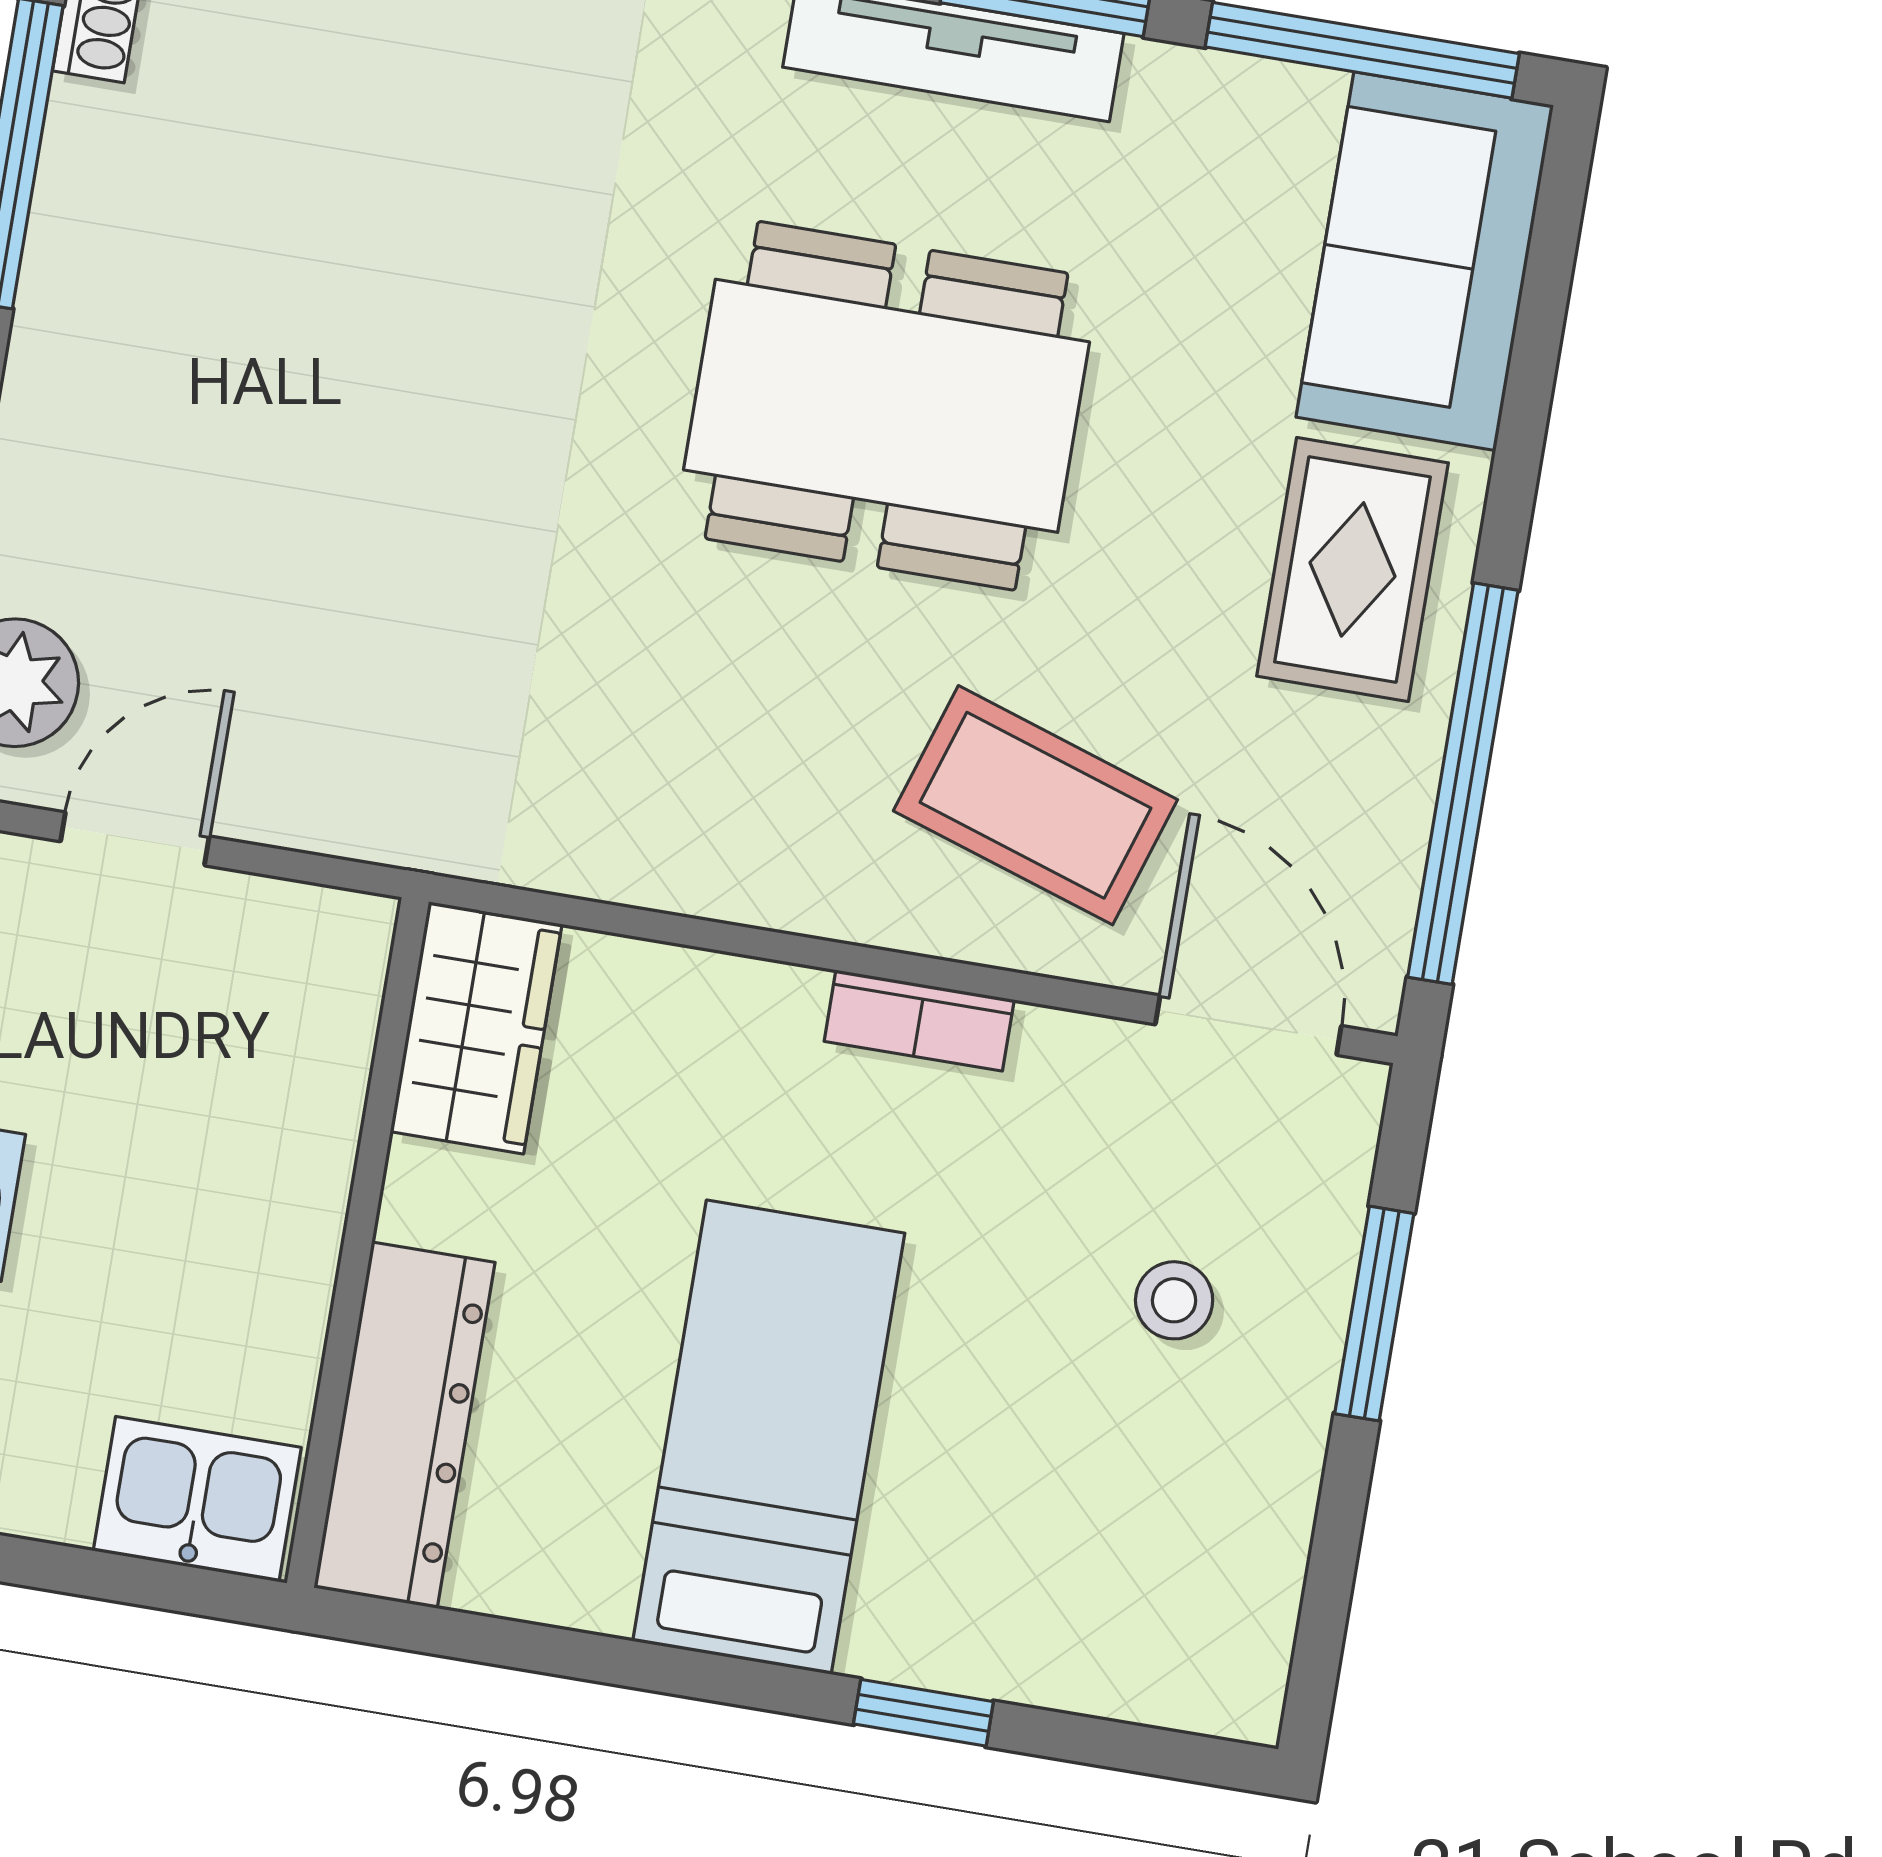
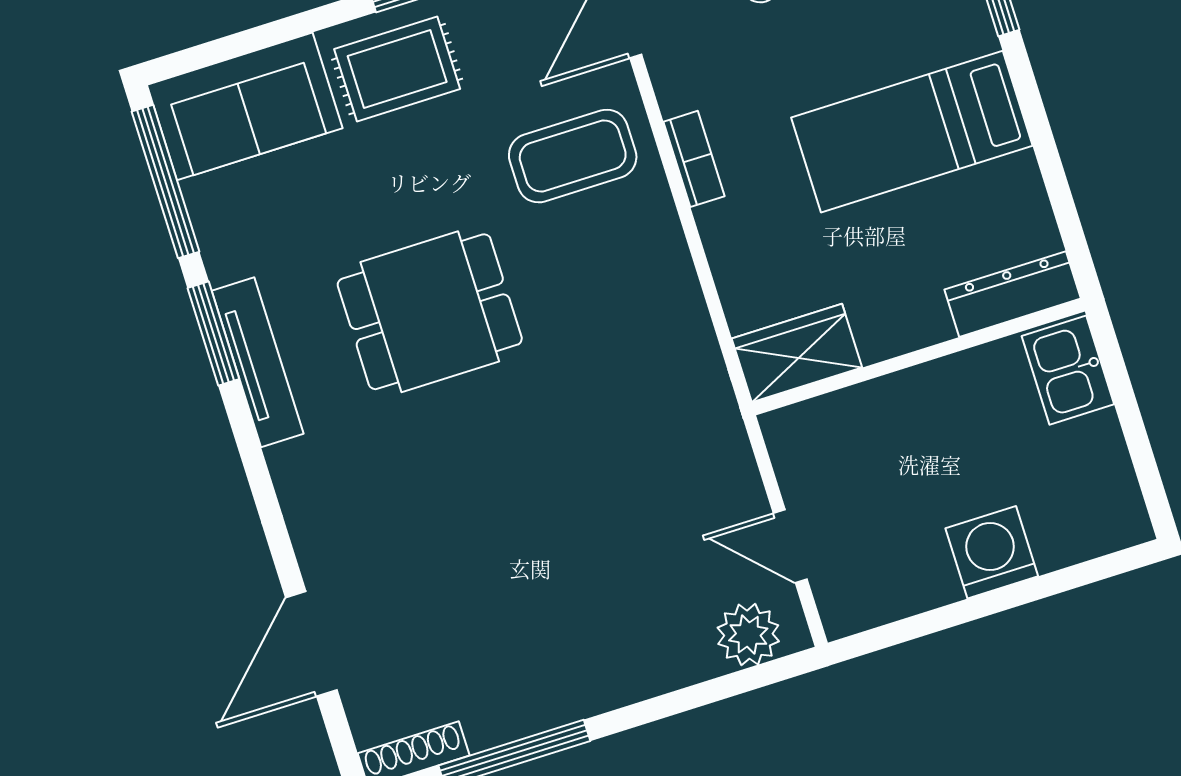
dining table: (887, 406) -> (430, 312), width x0.73
coffee table: (1035, 805) -> (573, 156), turned 72
dresser: (404, 1425) -> (1013, 294), width x0.73, depth x0.80

